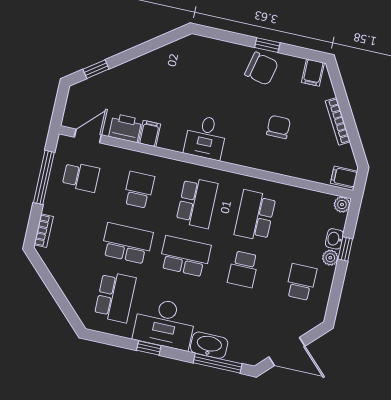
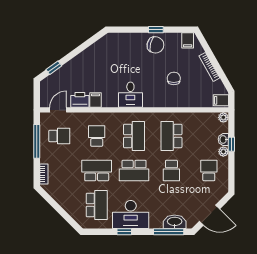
school desk: (185, 256) -> (134, 170), turned 180
washbasin: (209, 345) -> (175, 222), moved

